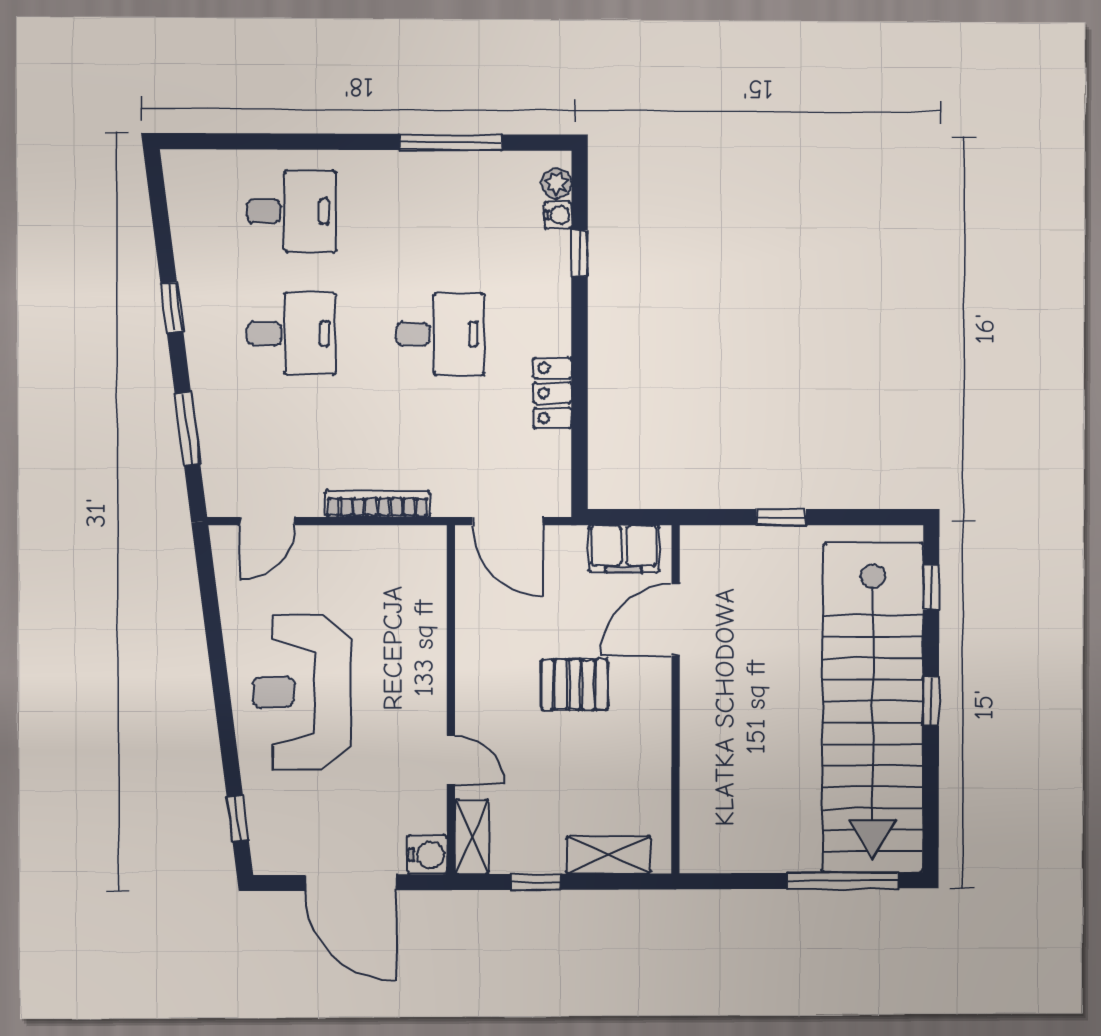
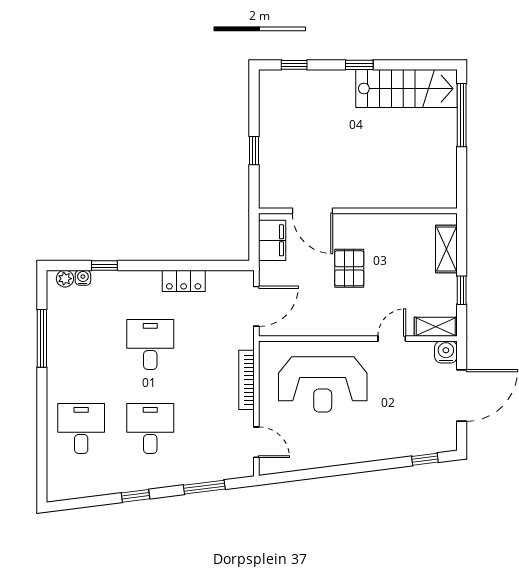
reception desk: (302, 692) -> (323, 384), moved
stairs: (873, 708) -> (406, 89), width x0.54, depth x0.66

